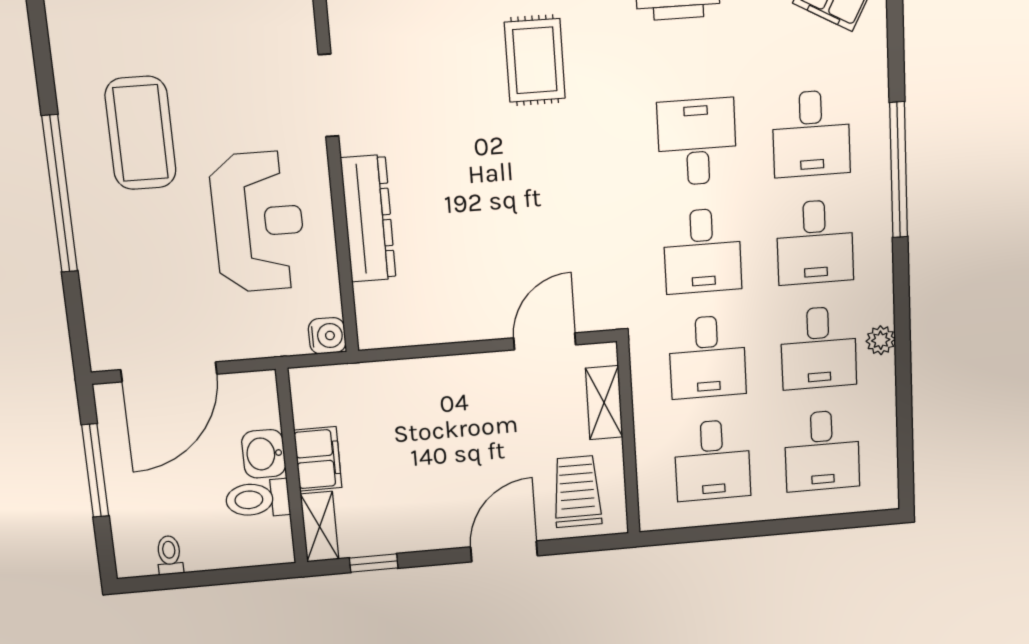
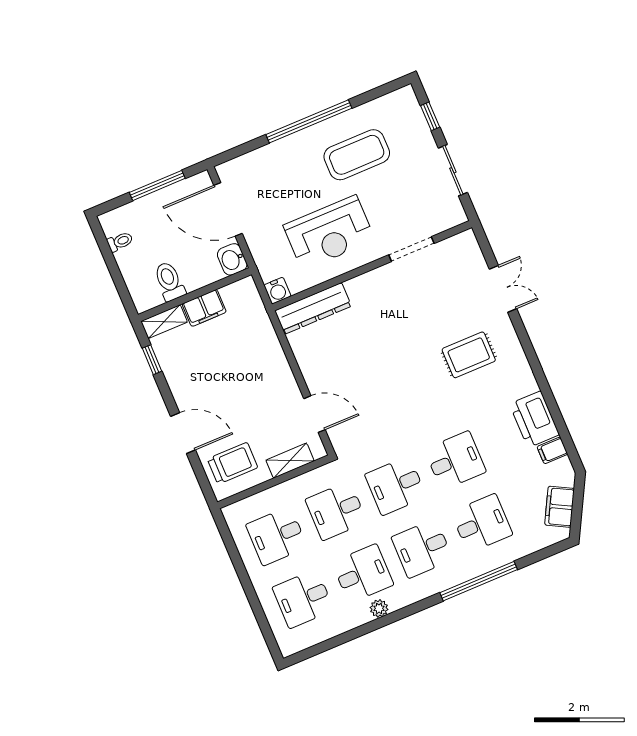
desk: (811, 134) -> (482, 523), turned 180
dresser: (368, 218) -> (313, 308), moved
desk: (819, 348) -> (363, 574), turned 180
washbasin: (264, 454) -> (232, 259), moved, turned -90

